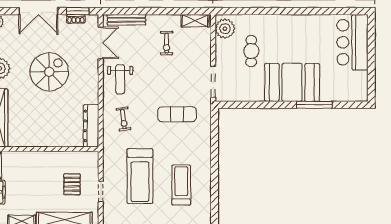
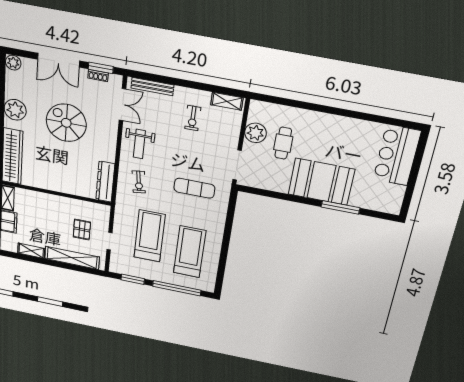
plant: (225, 29) -> (255, 133), moved
spiral stairs: (49, 72) -> (66, 123), turned -90
treadmill: (140, 176) -> (150, 236), turned 180
treadmill: (181, 185) -> (190, 252), width x1.37, depth x1.38

